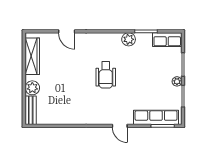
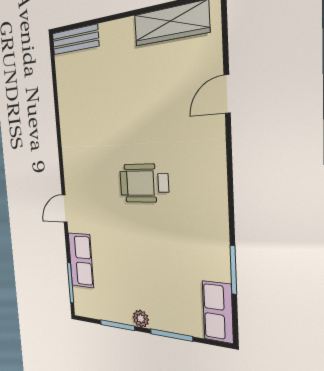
plant: (129, 39) -> (215, 232), removed
plant: (32, 88) -> (112, 35), removed
row of seats: (156, 117) -> (81, 260), width x0.68

